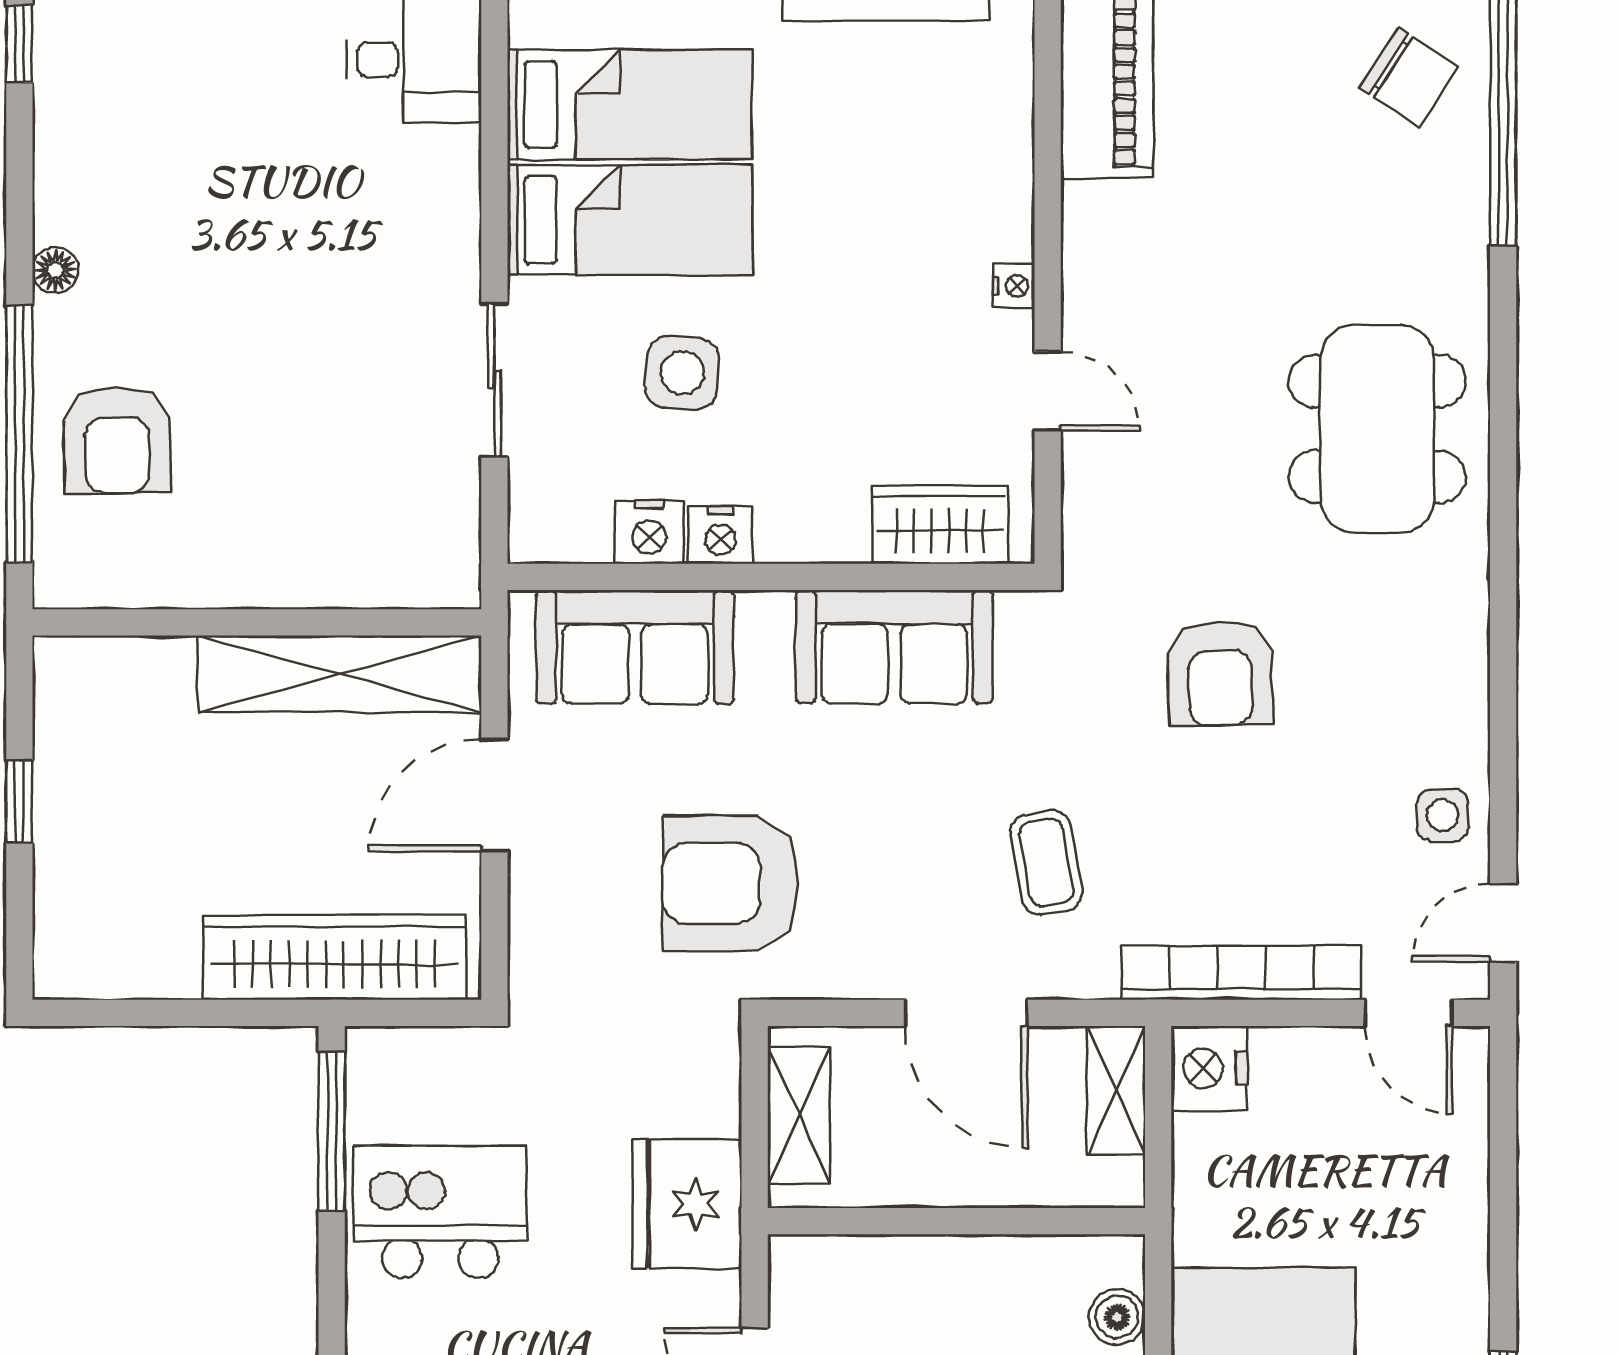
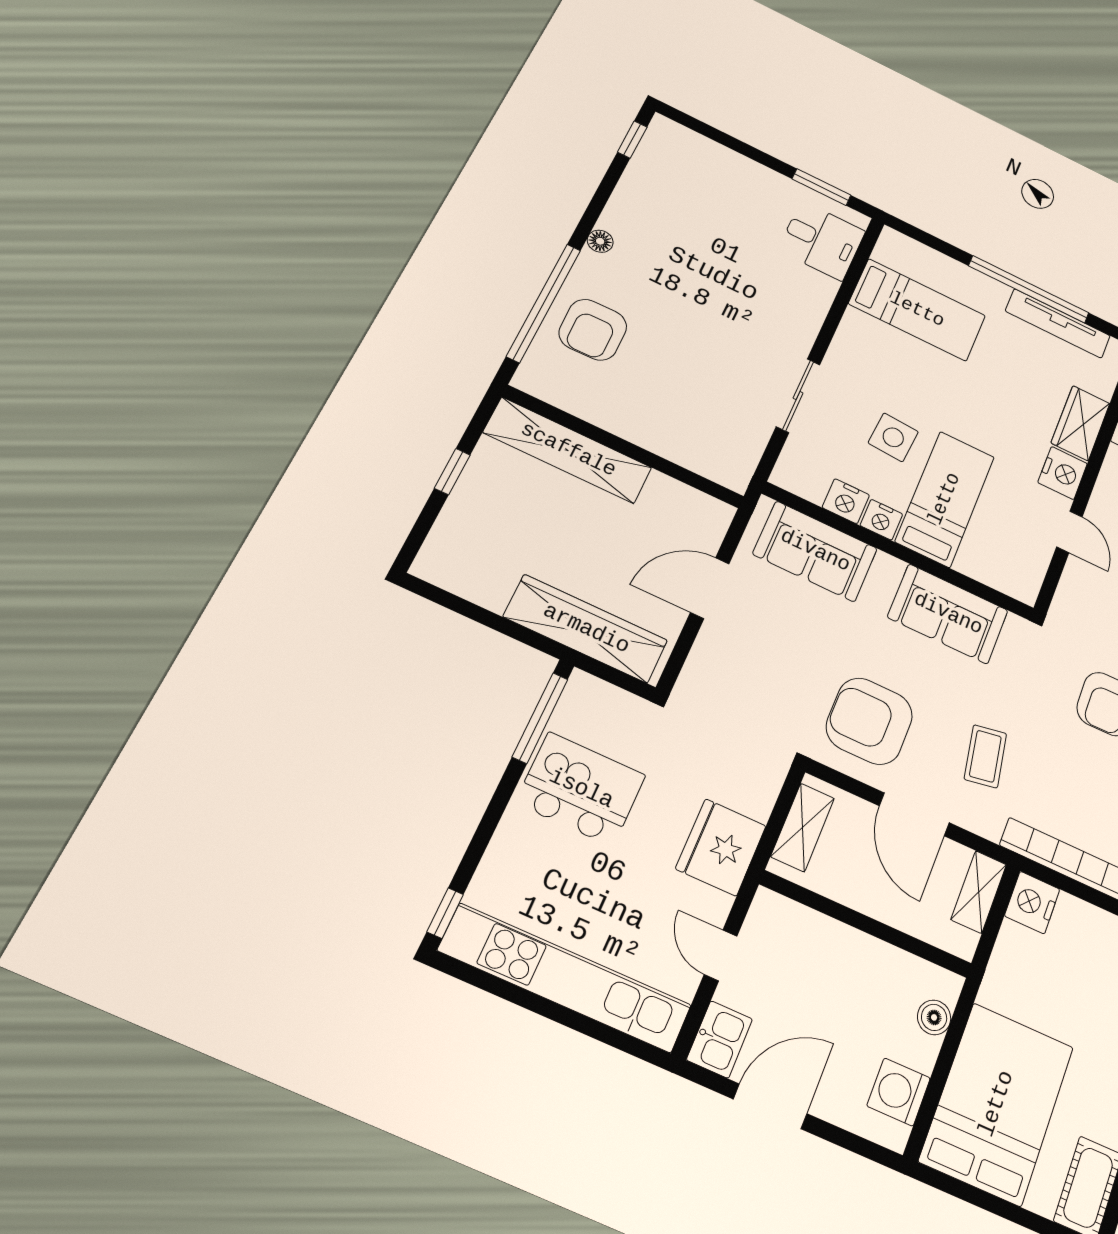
bed: (630, 220) -> (945, 499), moved, turned -90
nightstand: (1014, 286) -> (1063, 473), width x1.89, depth x1.79
wardrobe: (940, 525) -> (1081, 423), moved, turned -90
shelving: (340, 674) -> (568, 450), moved
armchair: (730, 883) -> (869, 721), moved

